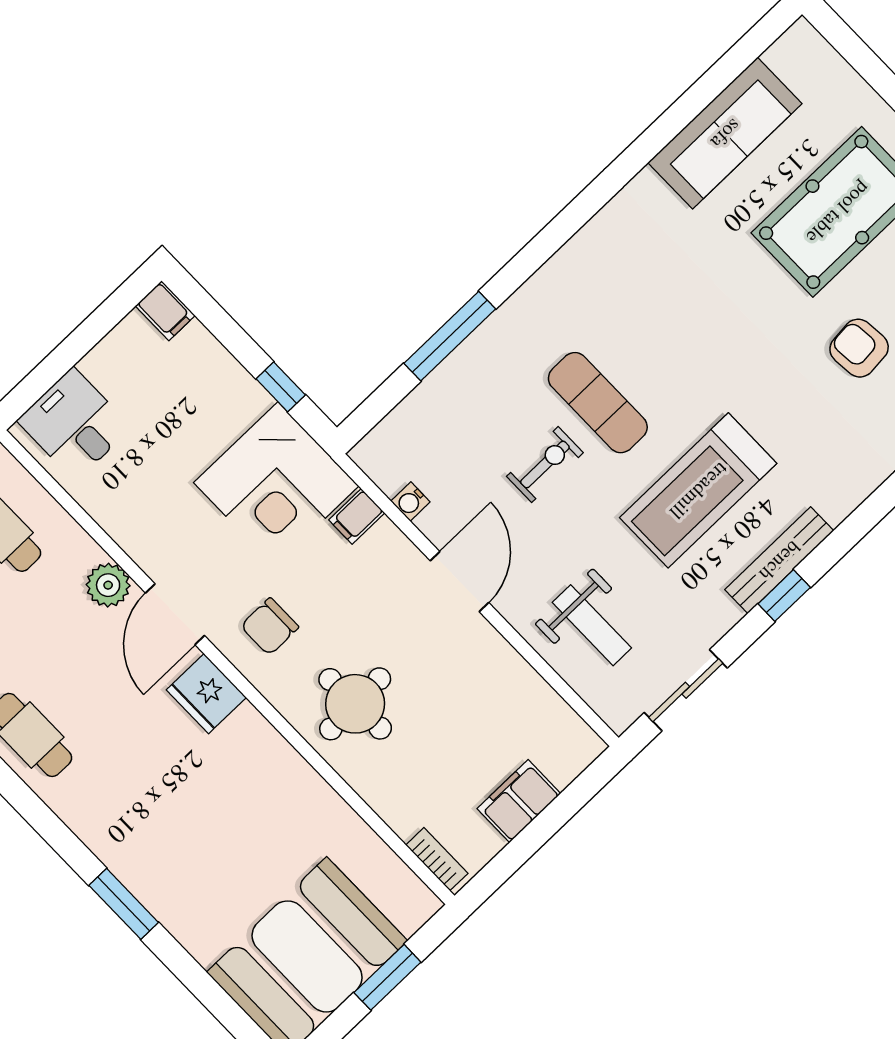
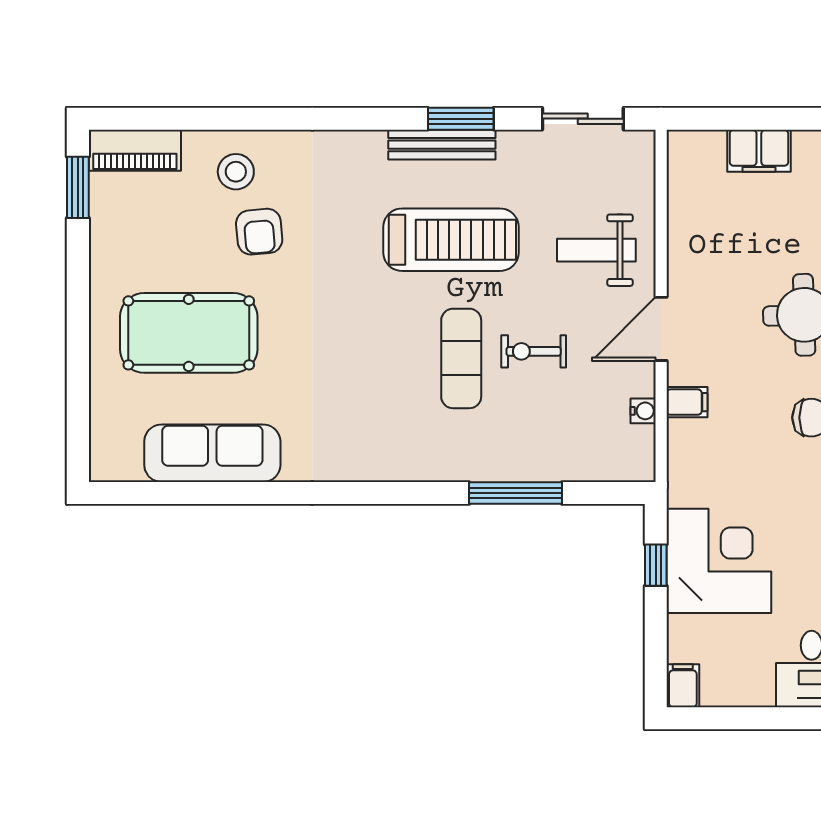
corner desk: (276, 484) -> (719, 561), moved
filing cabinet: (357, 516) -> (687, 402), moved
window: (784, 596) -> (461, 119), width x1.50
weight bench: (592, 625) -> (596, 250), moved, turned -90

